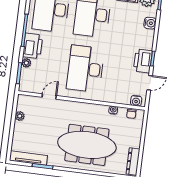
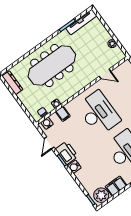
water cooler: (150, 23) -> (74, 167), moved
door: (49, 96) -> (105, 74), hinge flipped
filing cabinet: (116, 96) -> (63, 114), added

